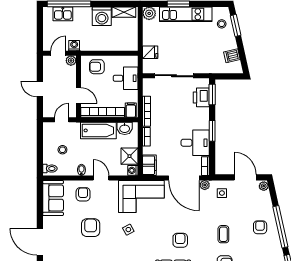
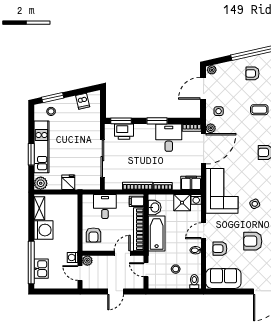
fridge: (150, 52) -> (68, 182), moved

